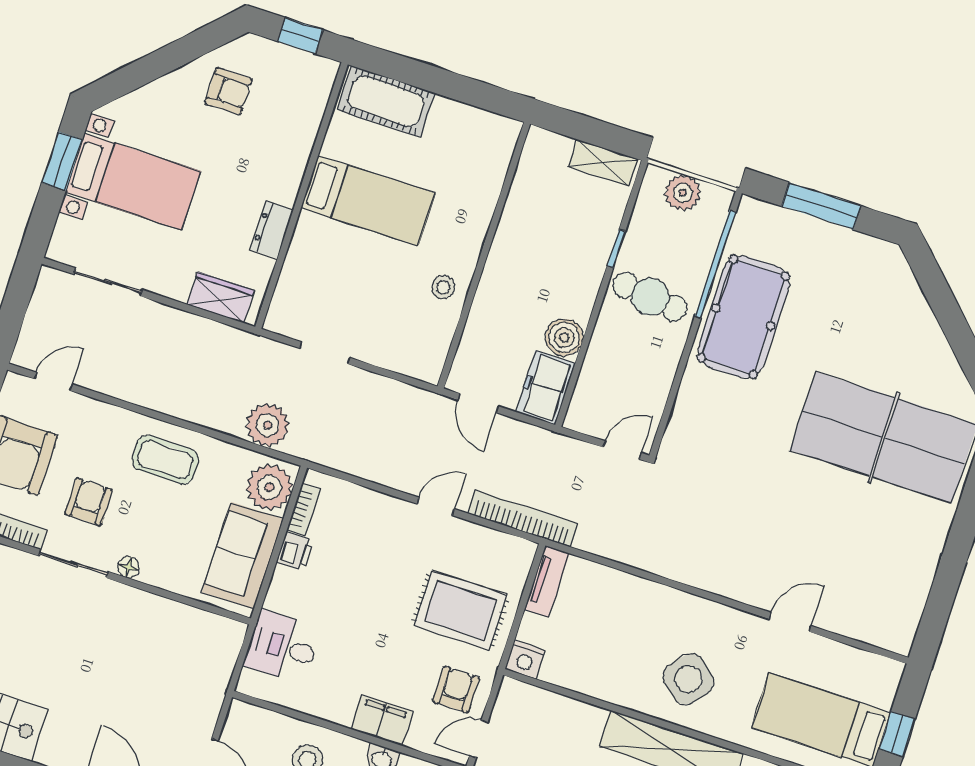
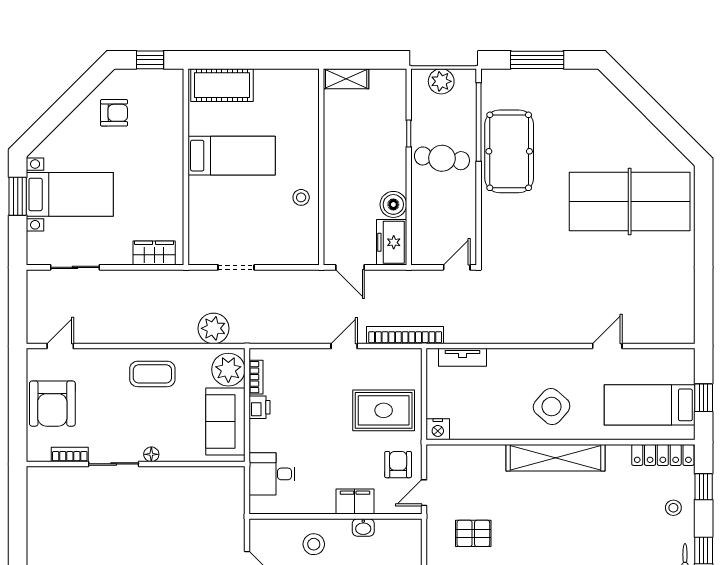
shelving: (603, 163) -> (346, 79), moved
dresser: (272, 230) -> (174, 196), removed
armchair: (89, 502) -> (110, 419), removed
tv unit: (547, 581) -> (463, 357), moved, turned 90

